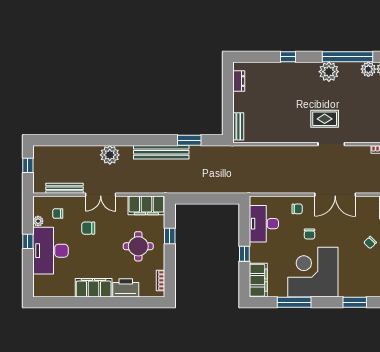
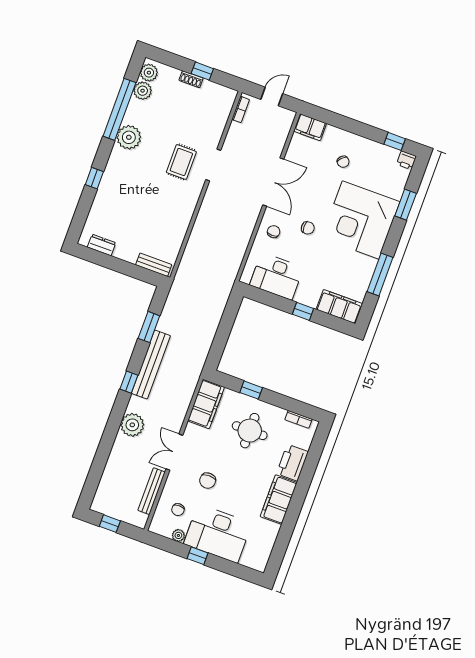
window: (142, 140) -> (129, 382), added
double door: (101, 195) -> (174, 452), swing flipped
corner desk: (313, 272) -> (361, 220), moved

